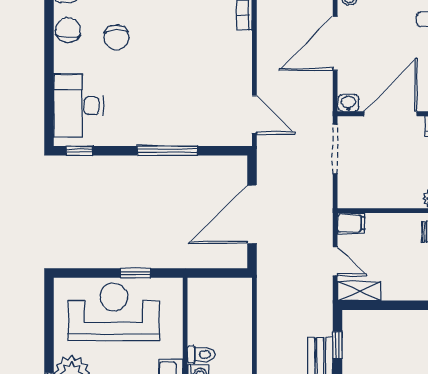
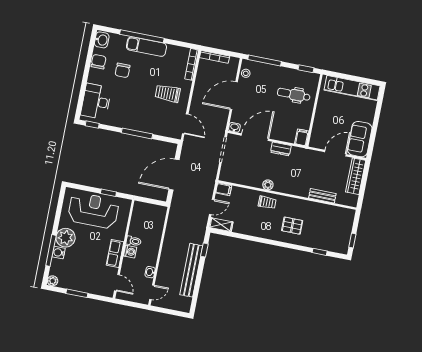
trolley: (210, 64) -> (168, 93), added
door: (335, 261) -> (212, 207), hinge flipped

